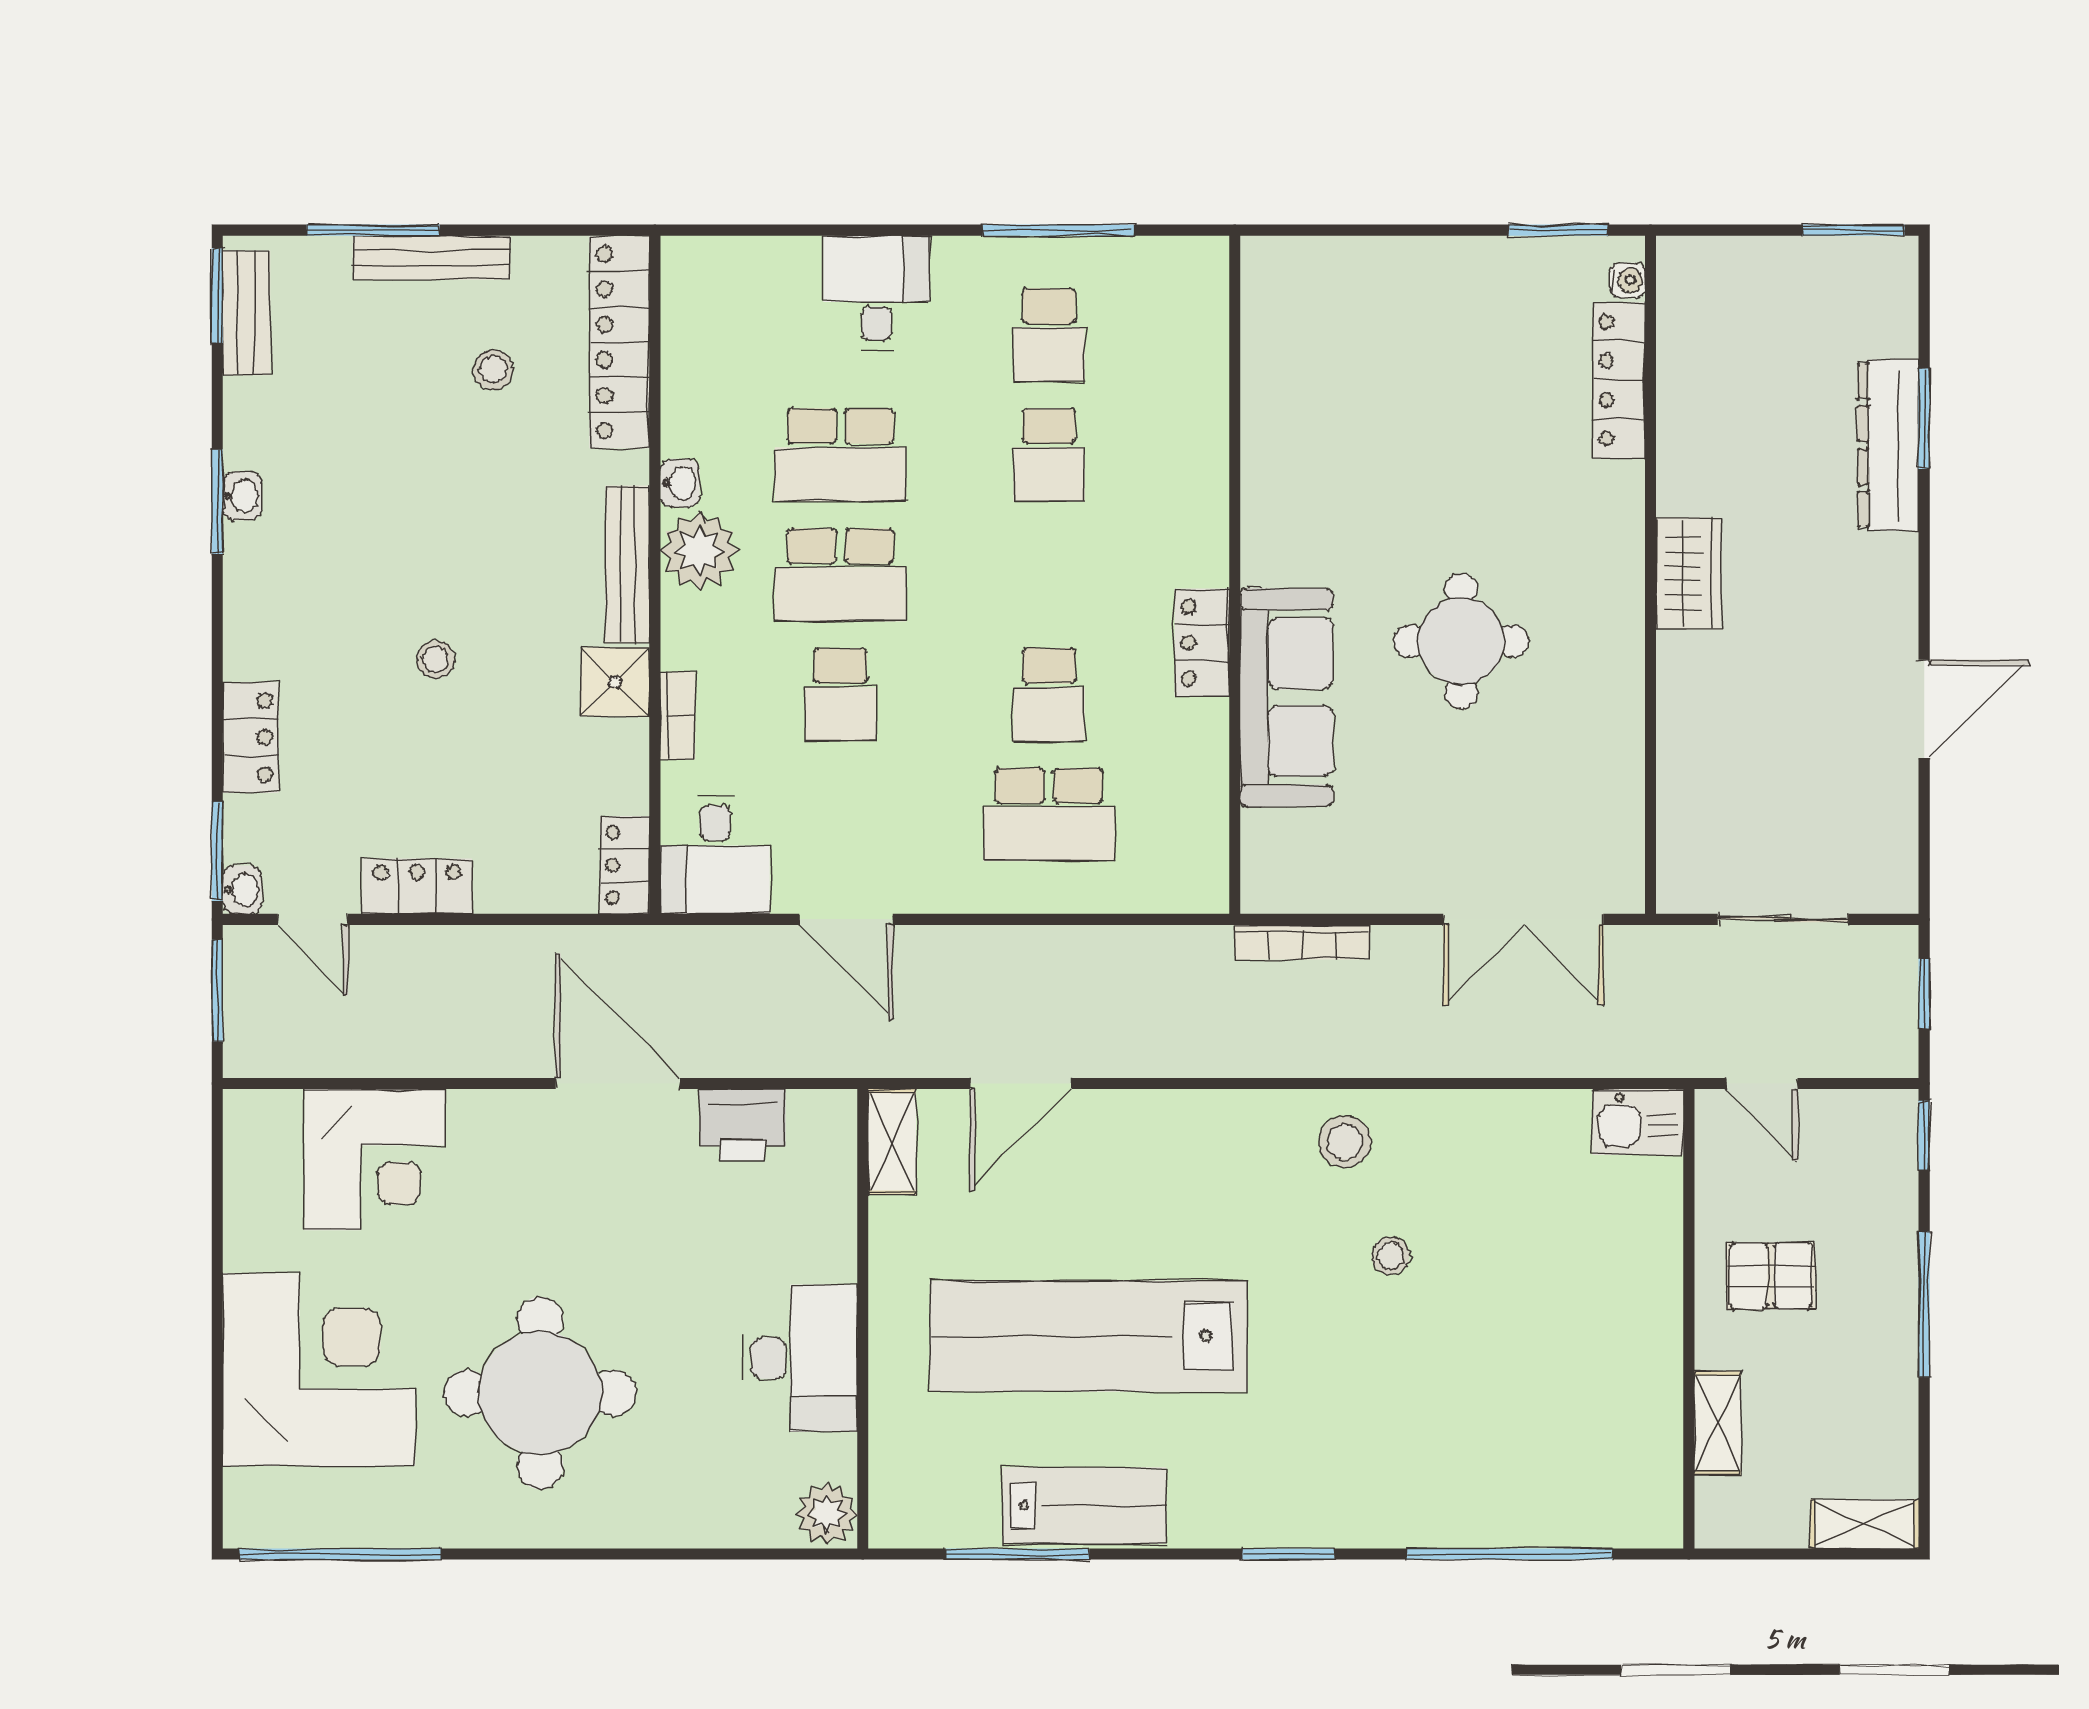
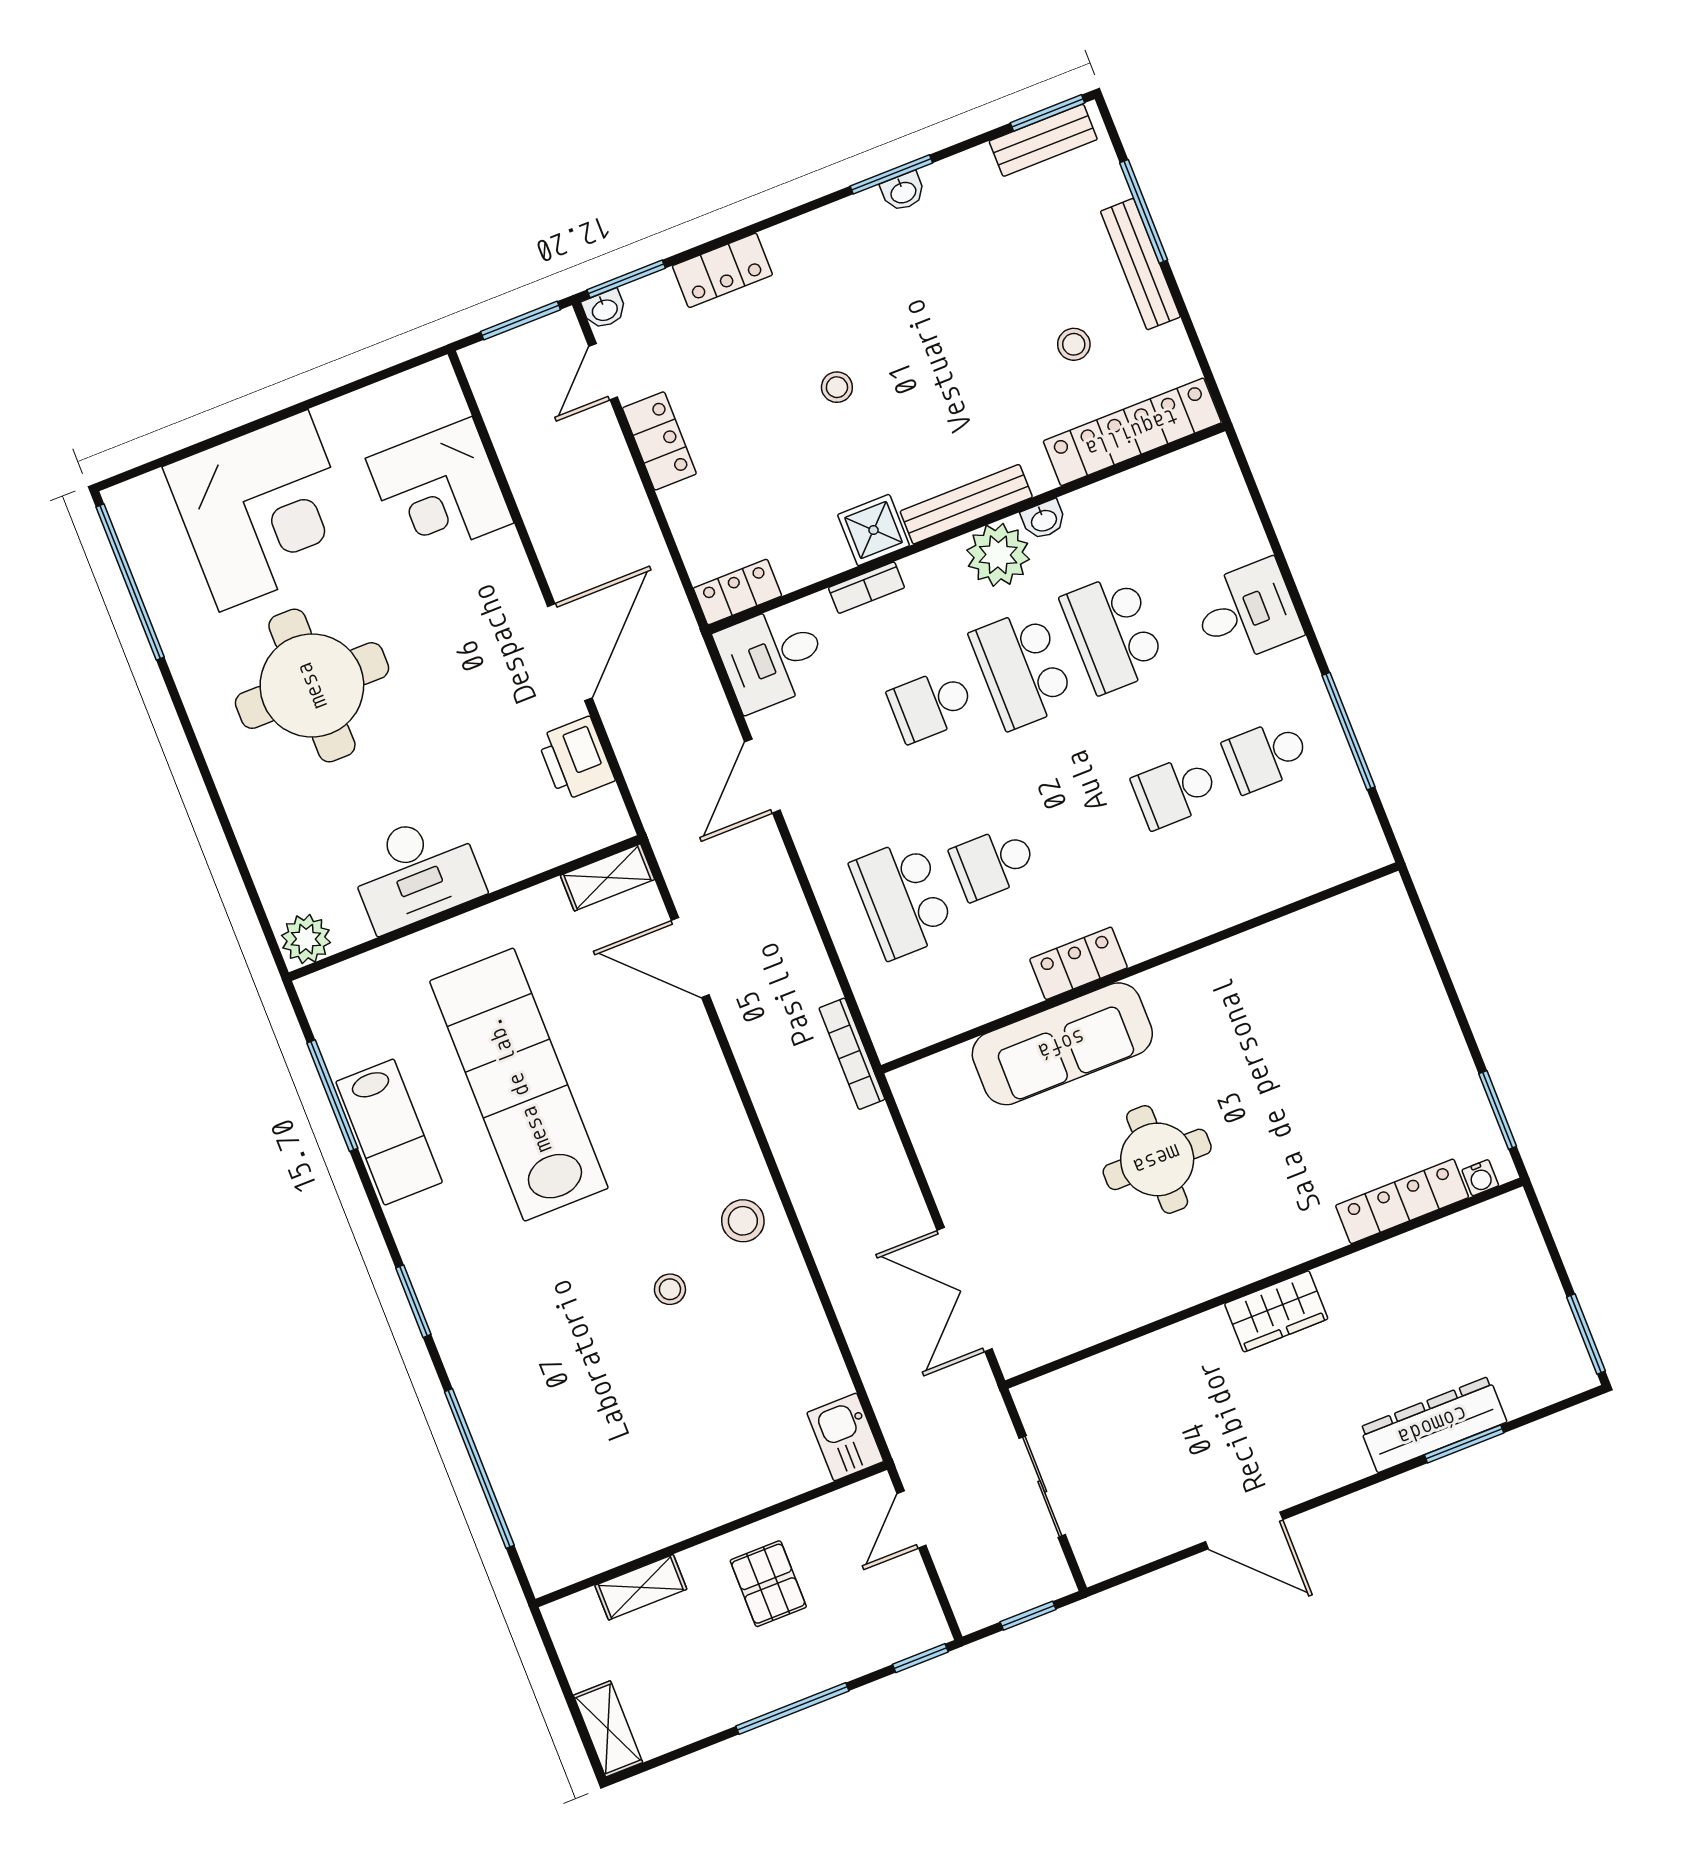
bookcase: (1302, 942) -> (852, 1054), moved

